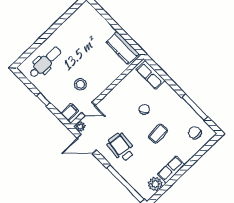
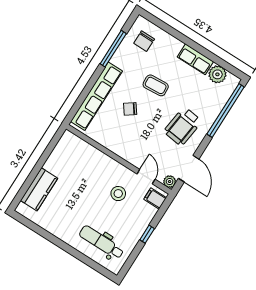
kitchen counter: (122, 48) -> (39, 189), moved
row of seats: (150, 75) -> (97, 96), width x2.02

